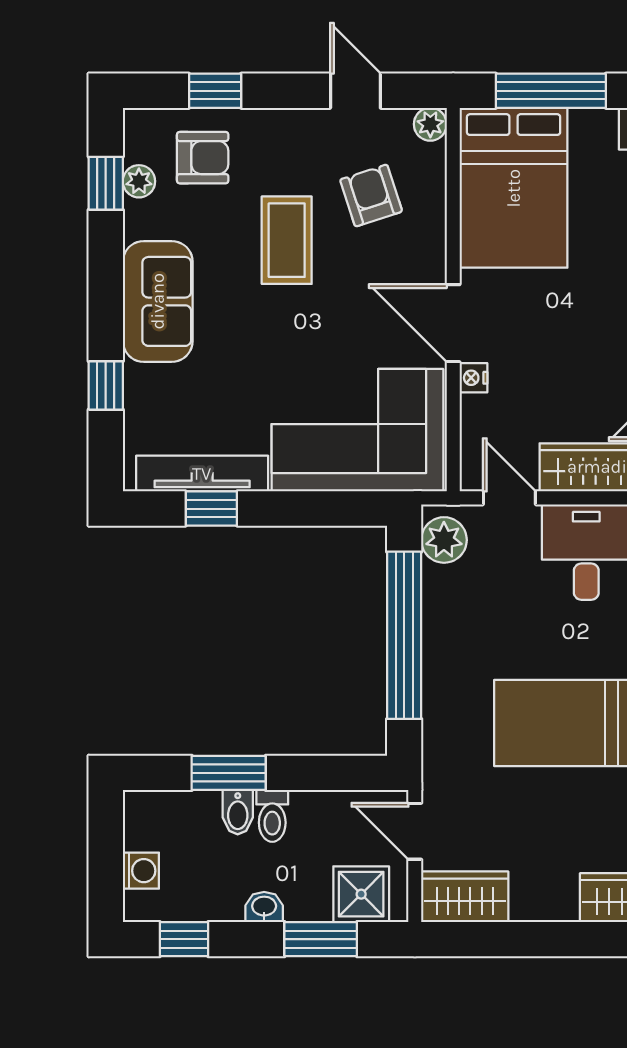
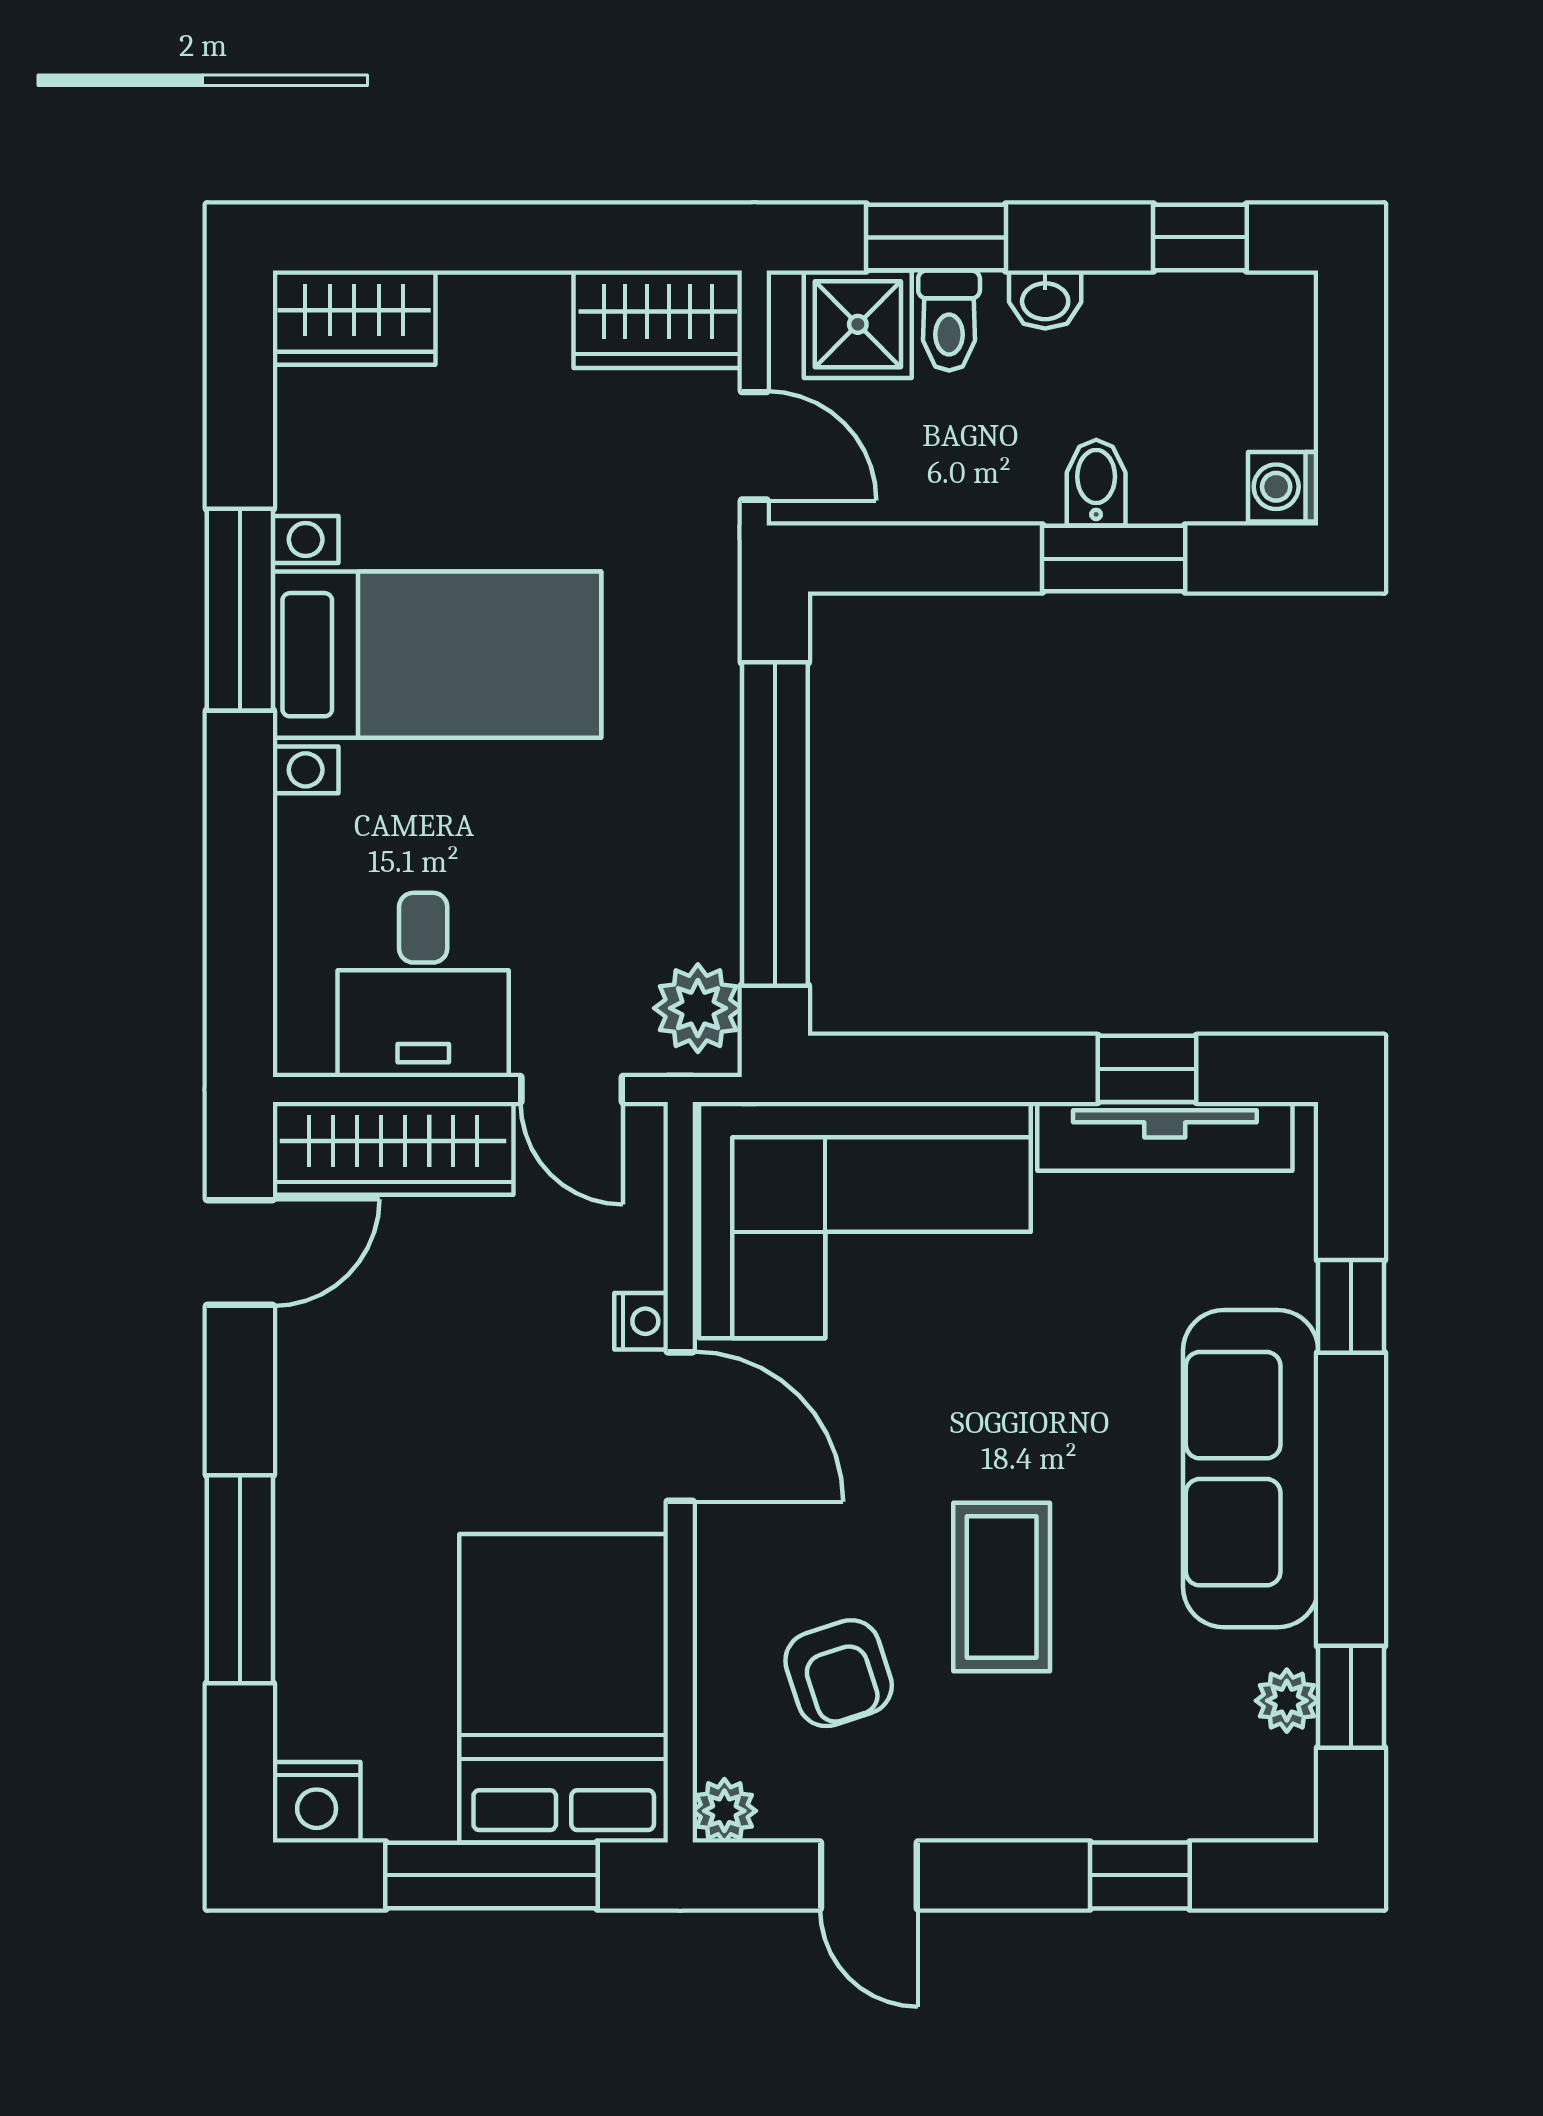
armchair: (203, 158) -> (1164, 1746), removed
sofa: (158, 301) -> (1251, 1469), width x1.36
toilet: (272, 816) -> (949, 321), moved, turned 180
washing machine: (141, 871) -> (1283, 487), moved

